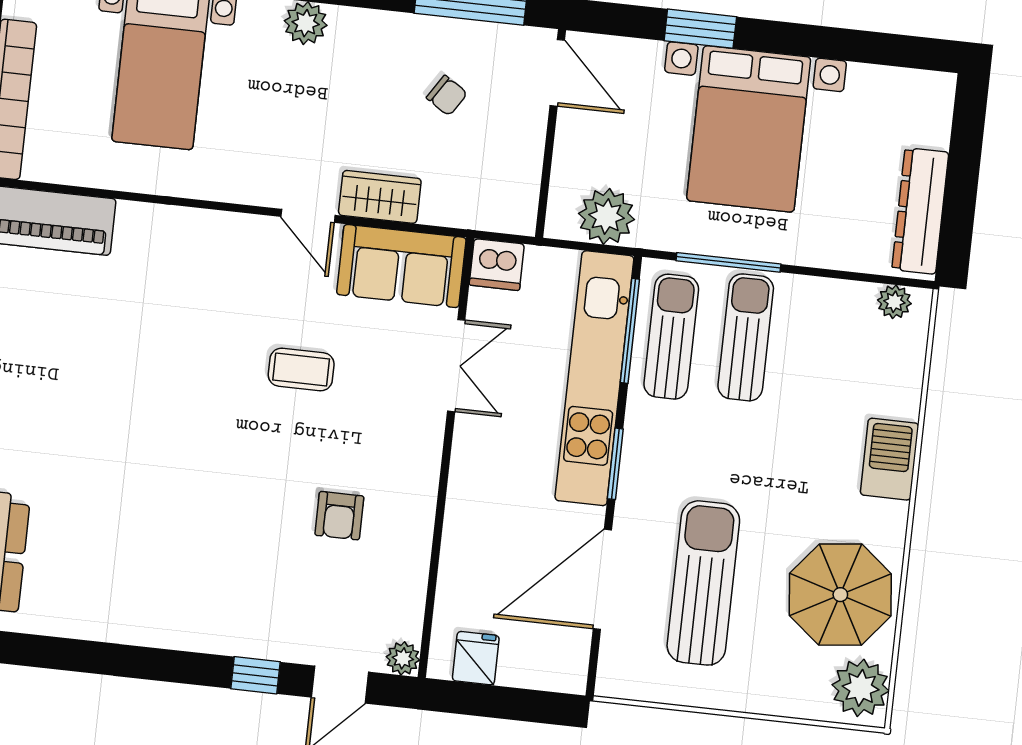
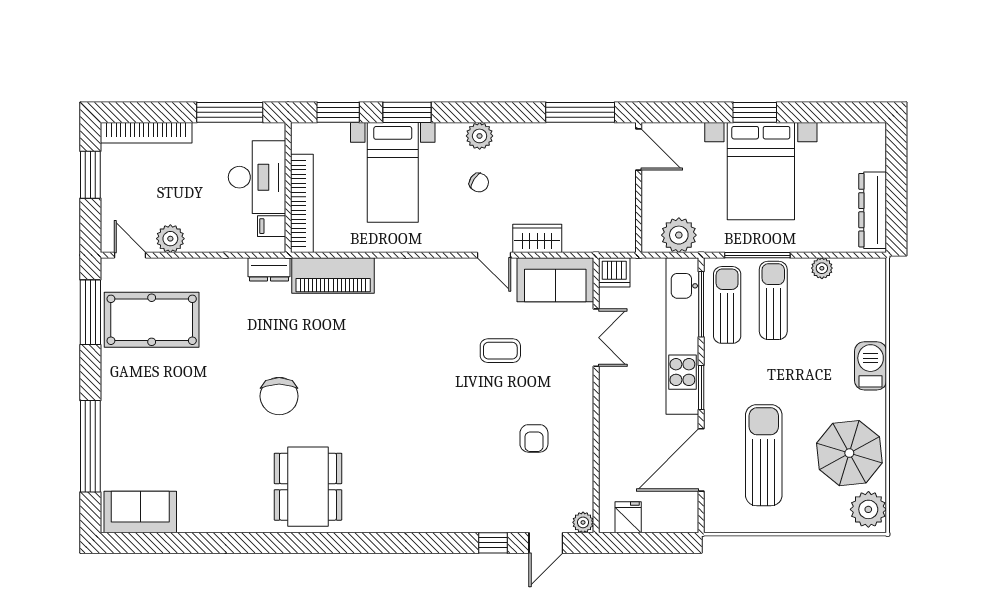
window: (700, 29) -> (755, 112), moved
chair: (447, 96) -> (479, 183), moved
plant: (894, 302) -> (822, 268), moved

